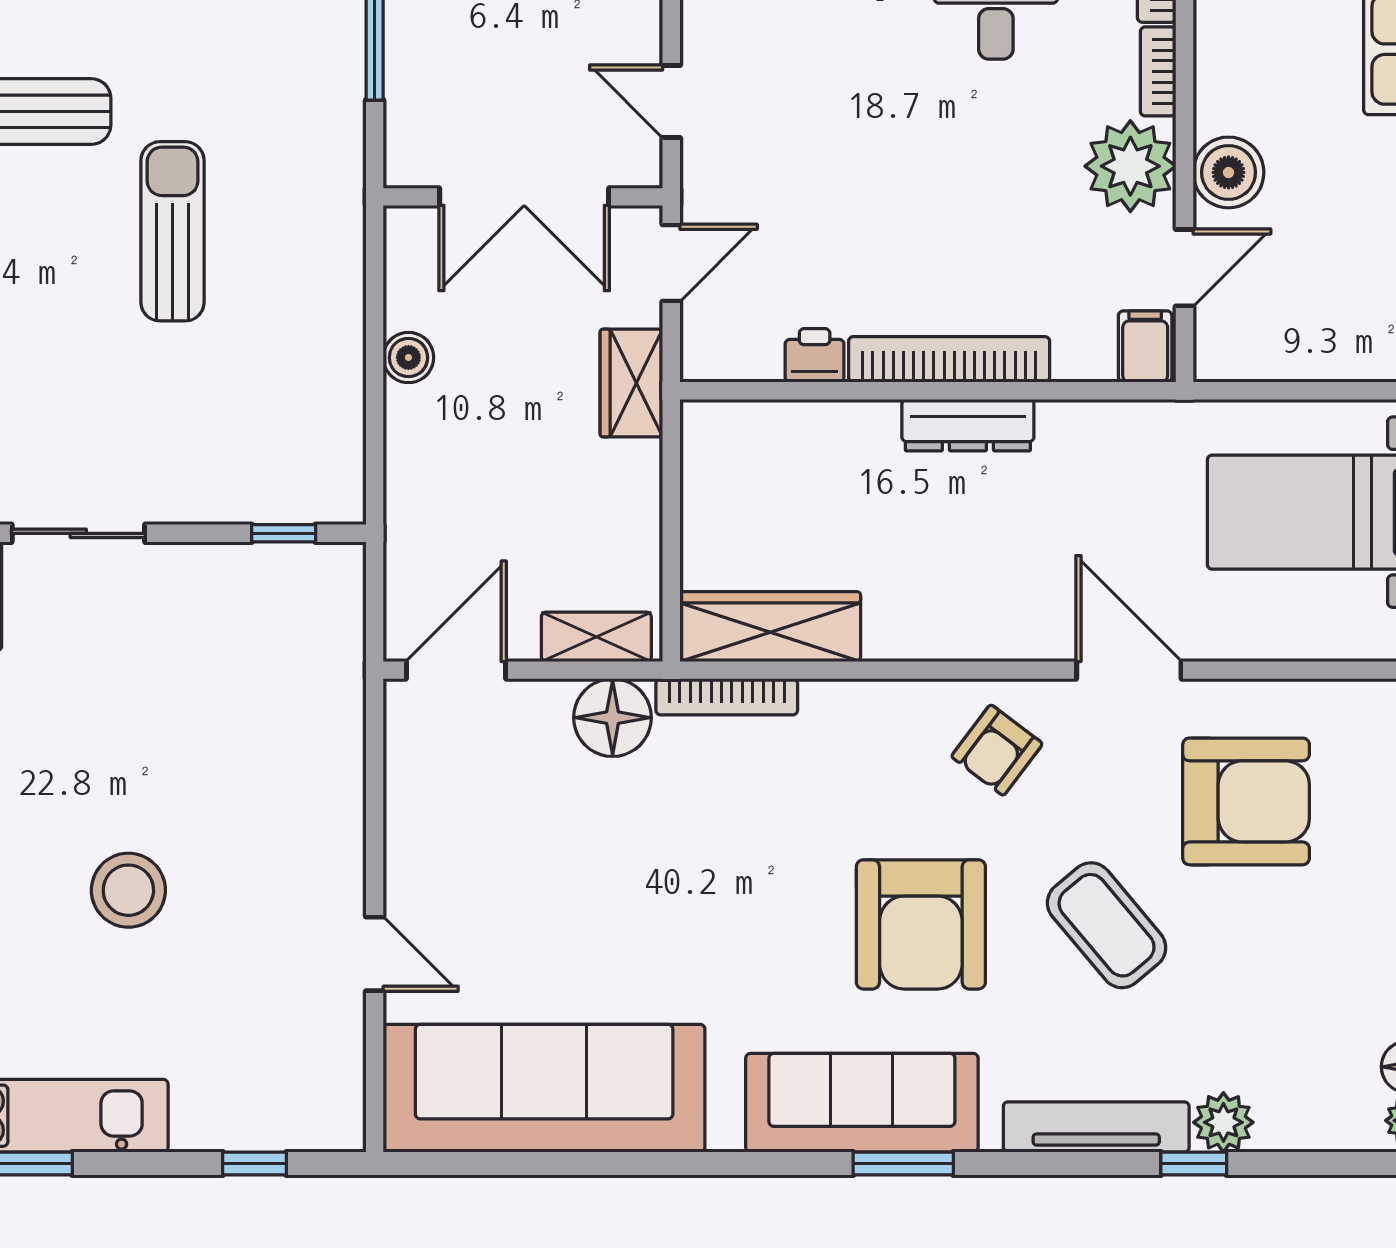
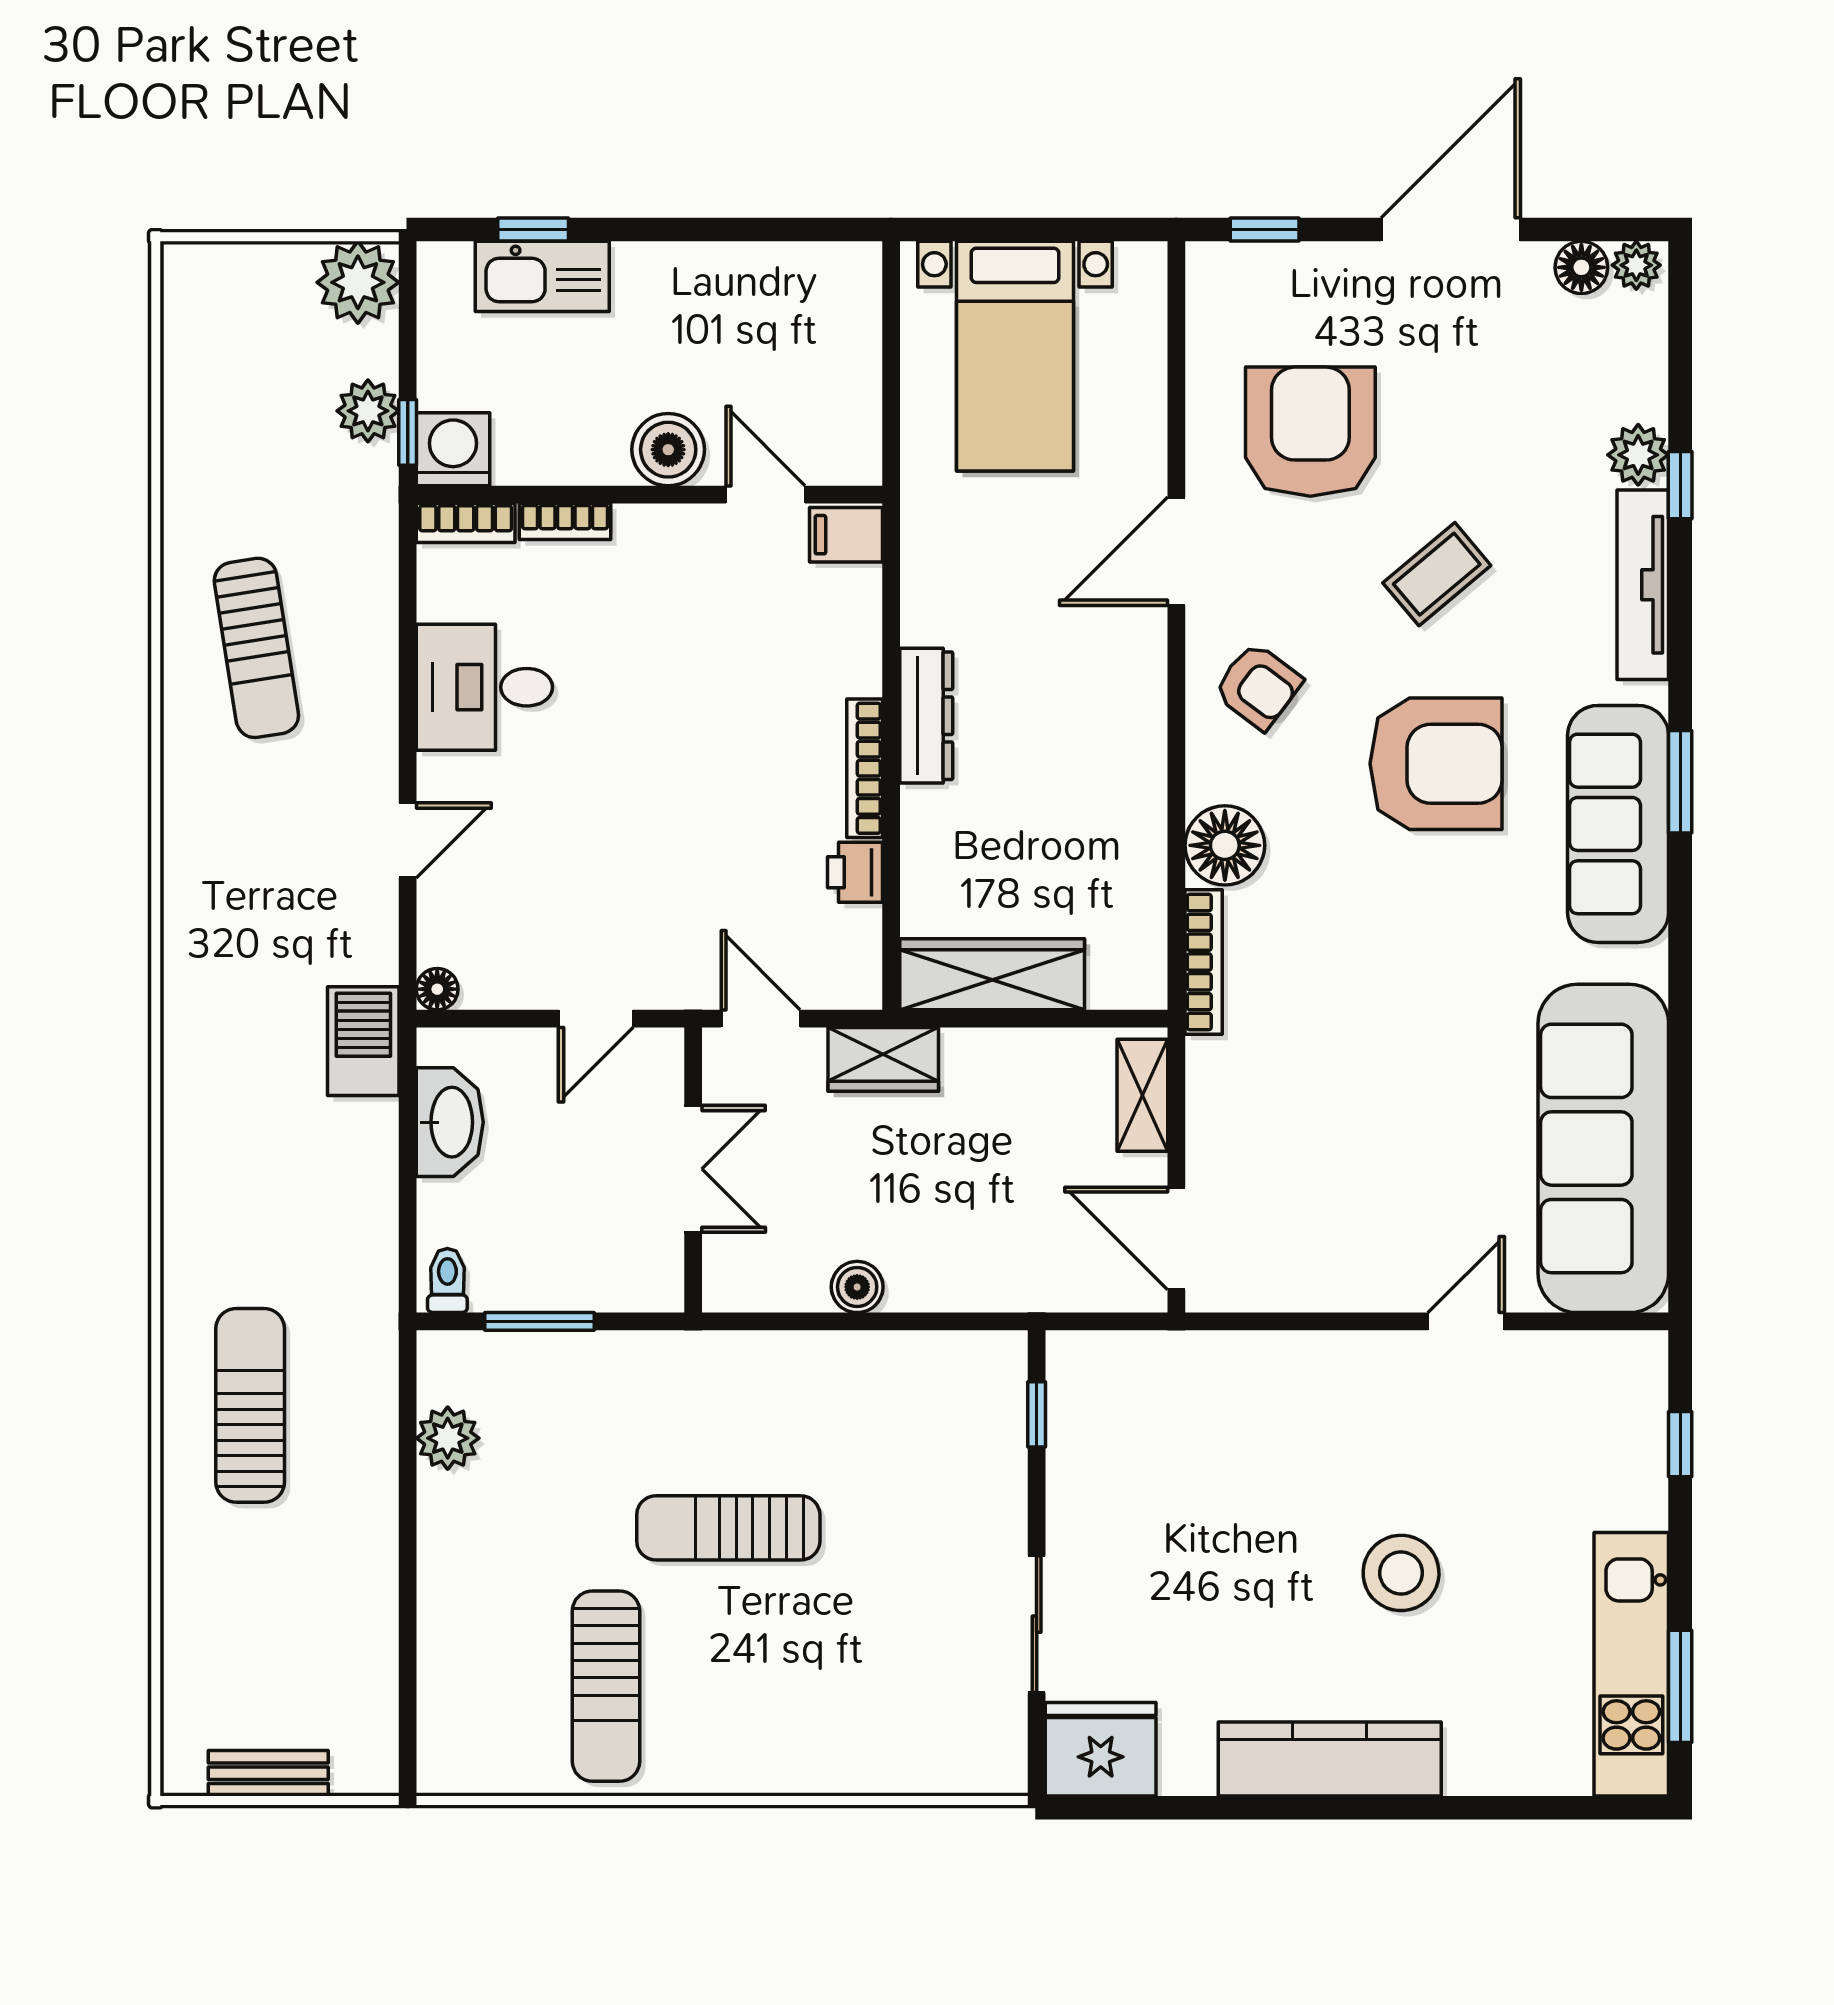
plant: (1130, 166) -> (662, 550), removed
double door: (524, 197) -> (693, 1169), width x0.73
bookcase: (949, 359) -> (865, 768), width x0.68, depth x0.76
wardrobe: (770, 627) -> (992, 974), moved, turned 90
floor lamp: (613, 718) -> (1225, 845), moved
coffee table: (1107, 925) -> (1437, 574), width x0.73, depth x0.77

